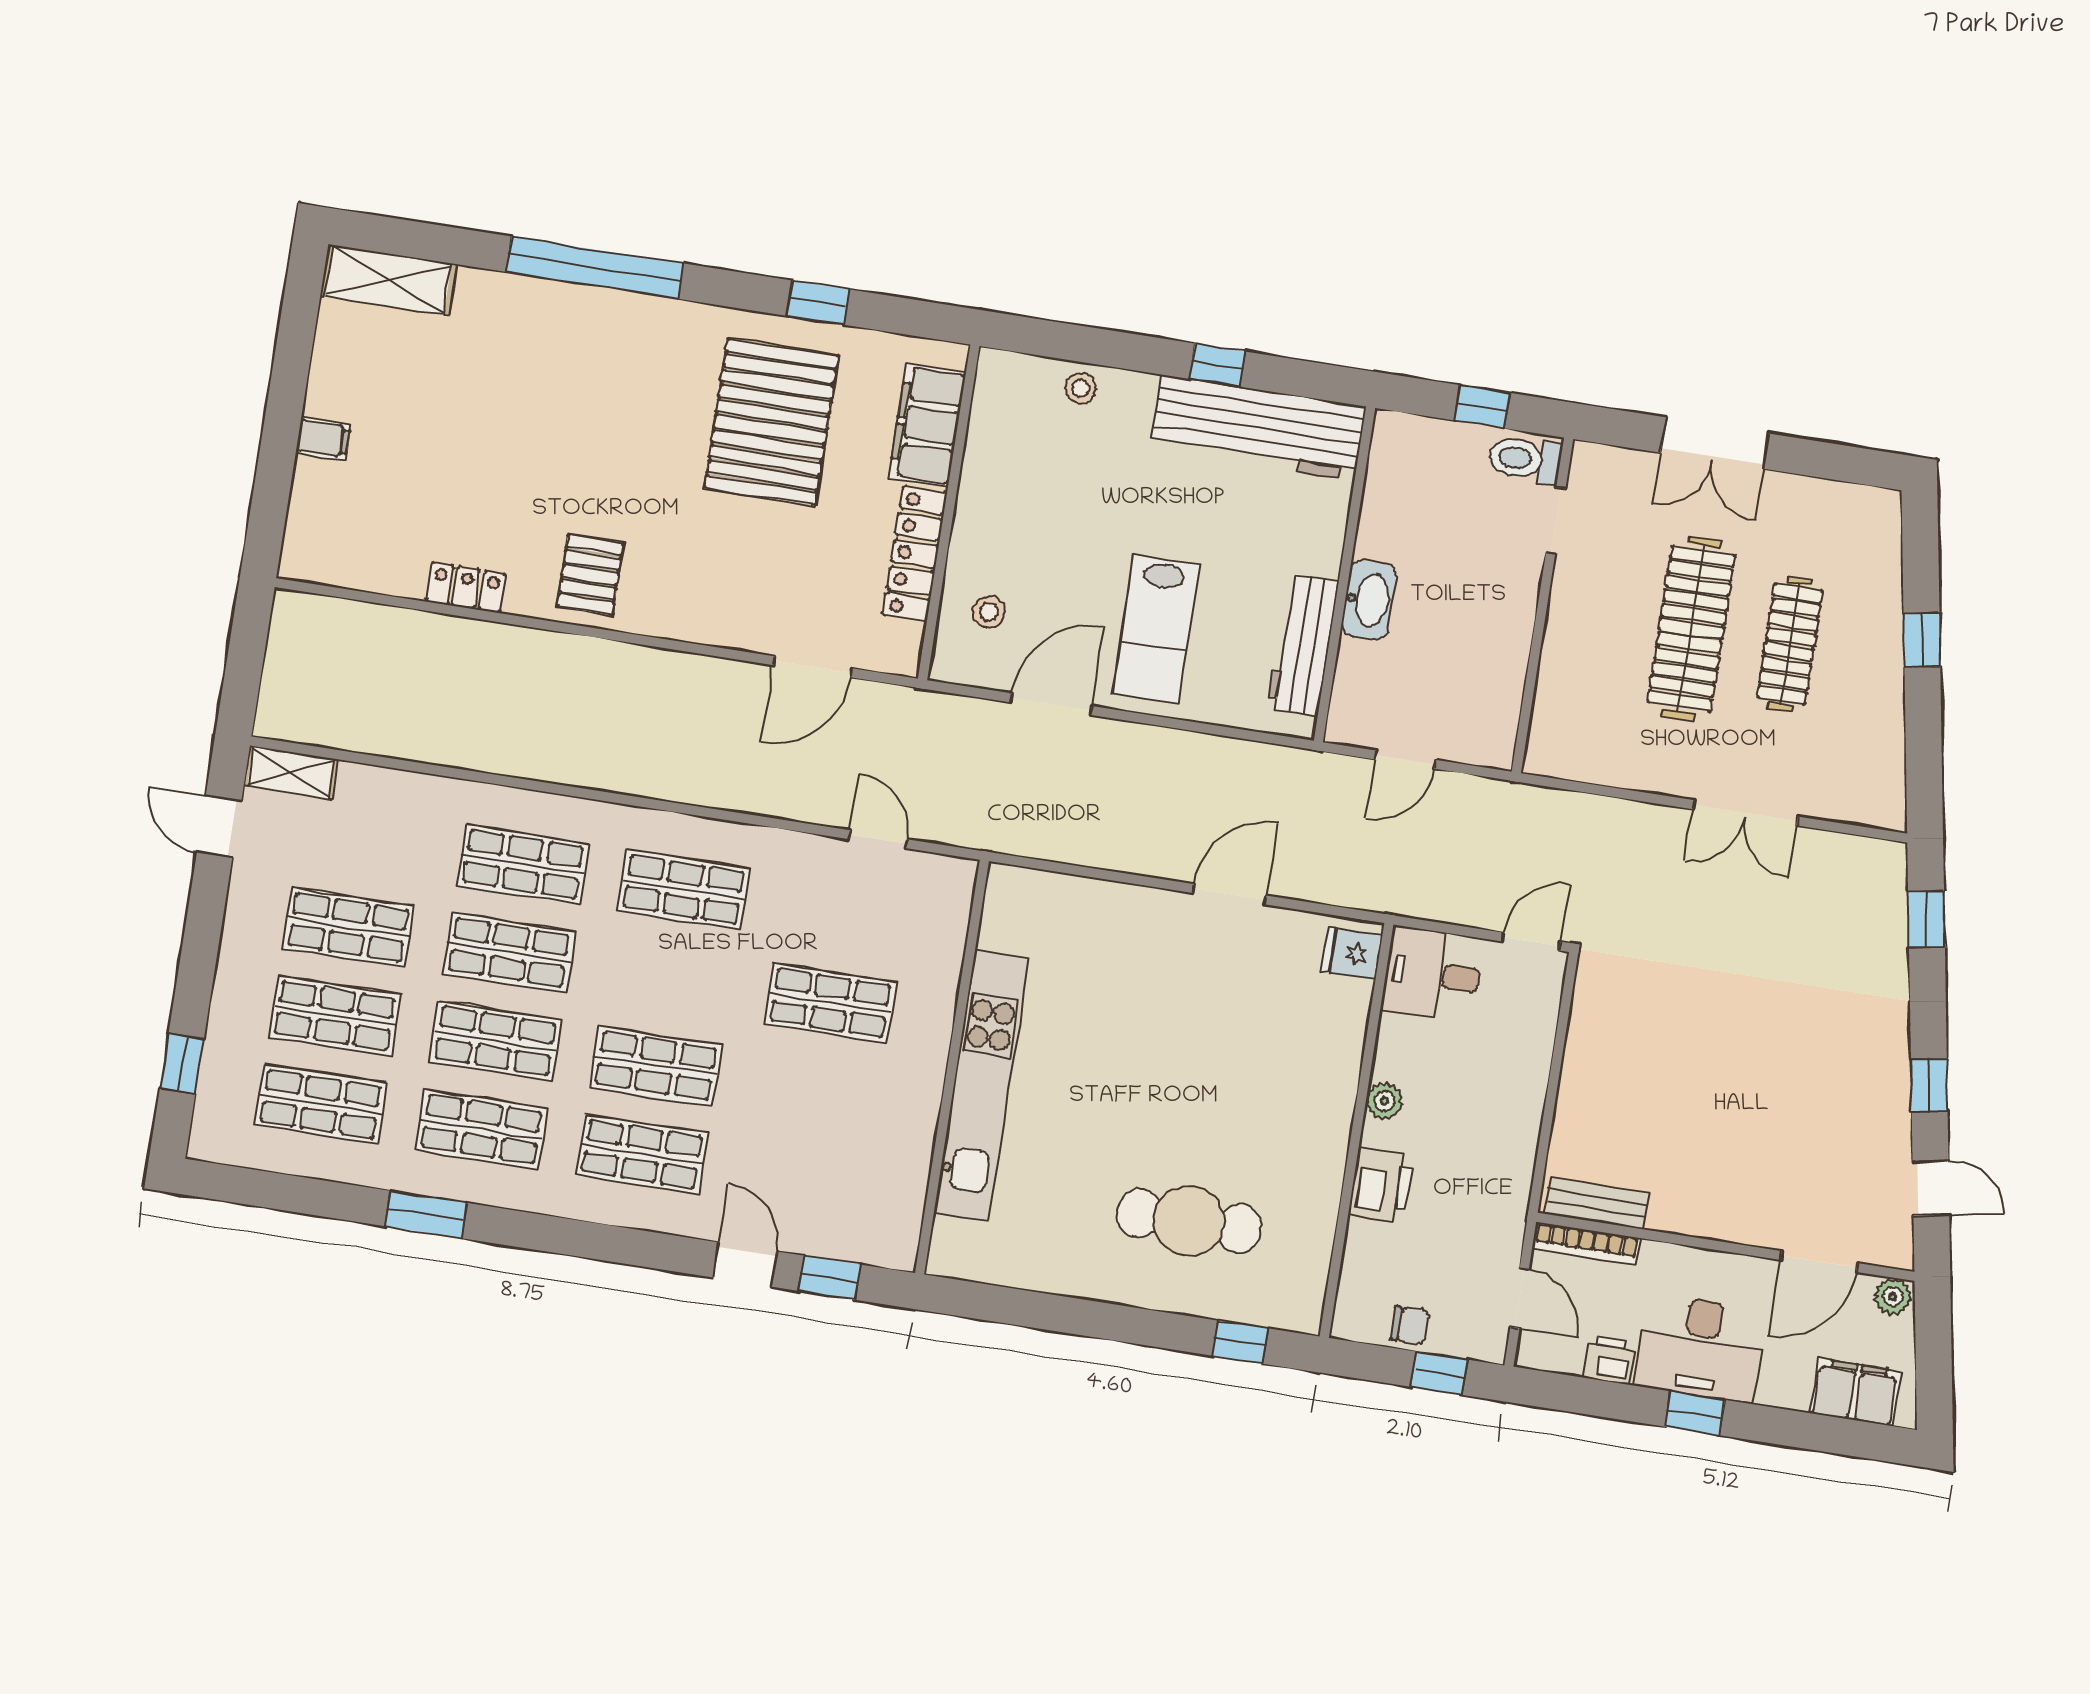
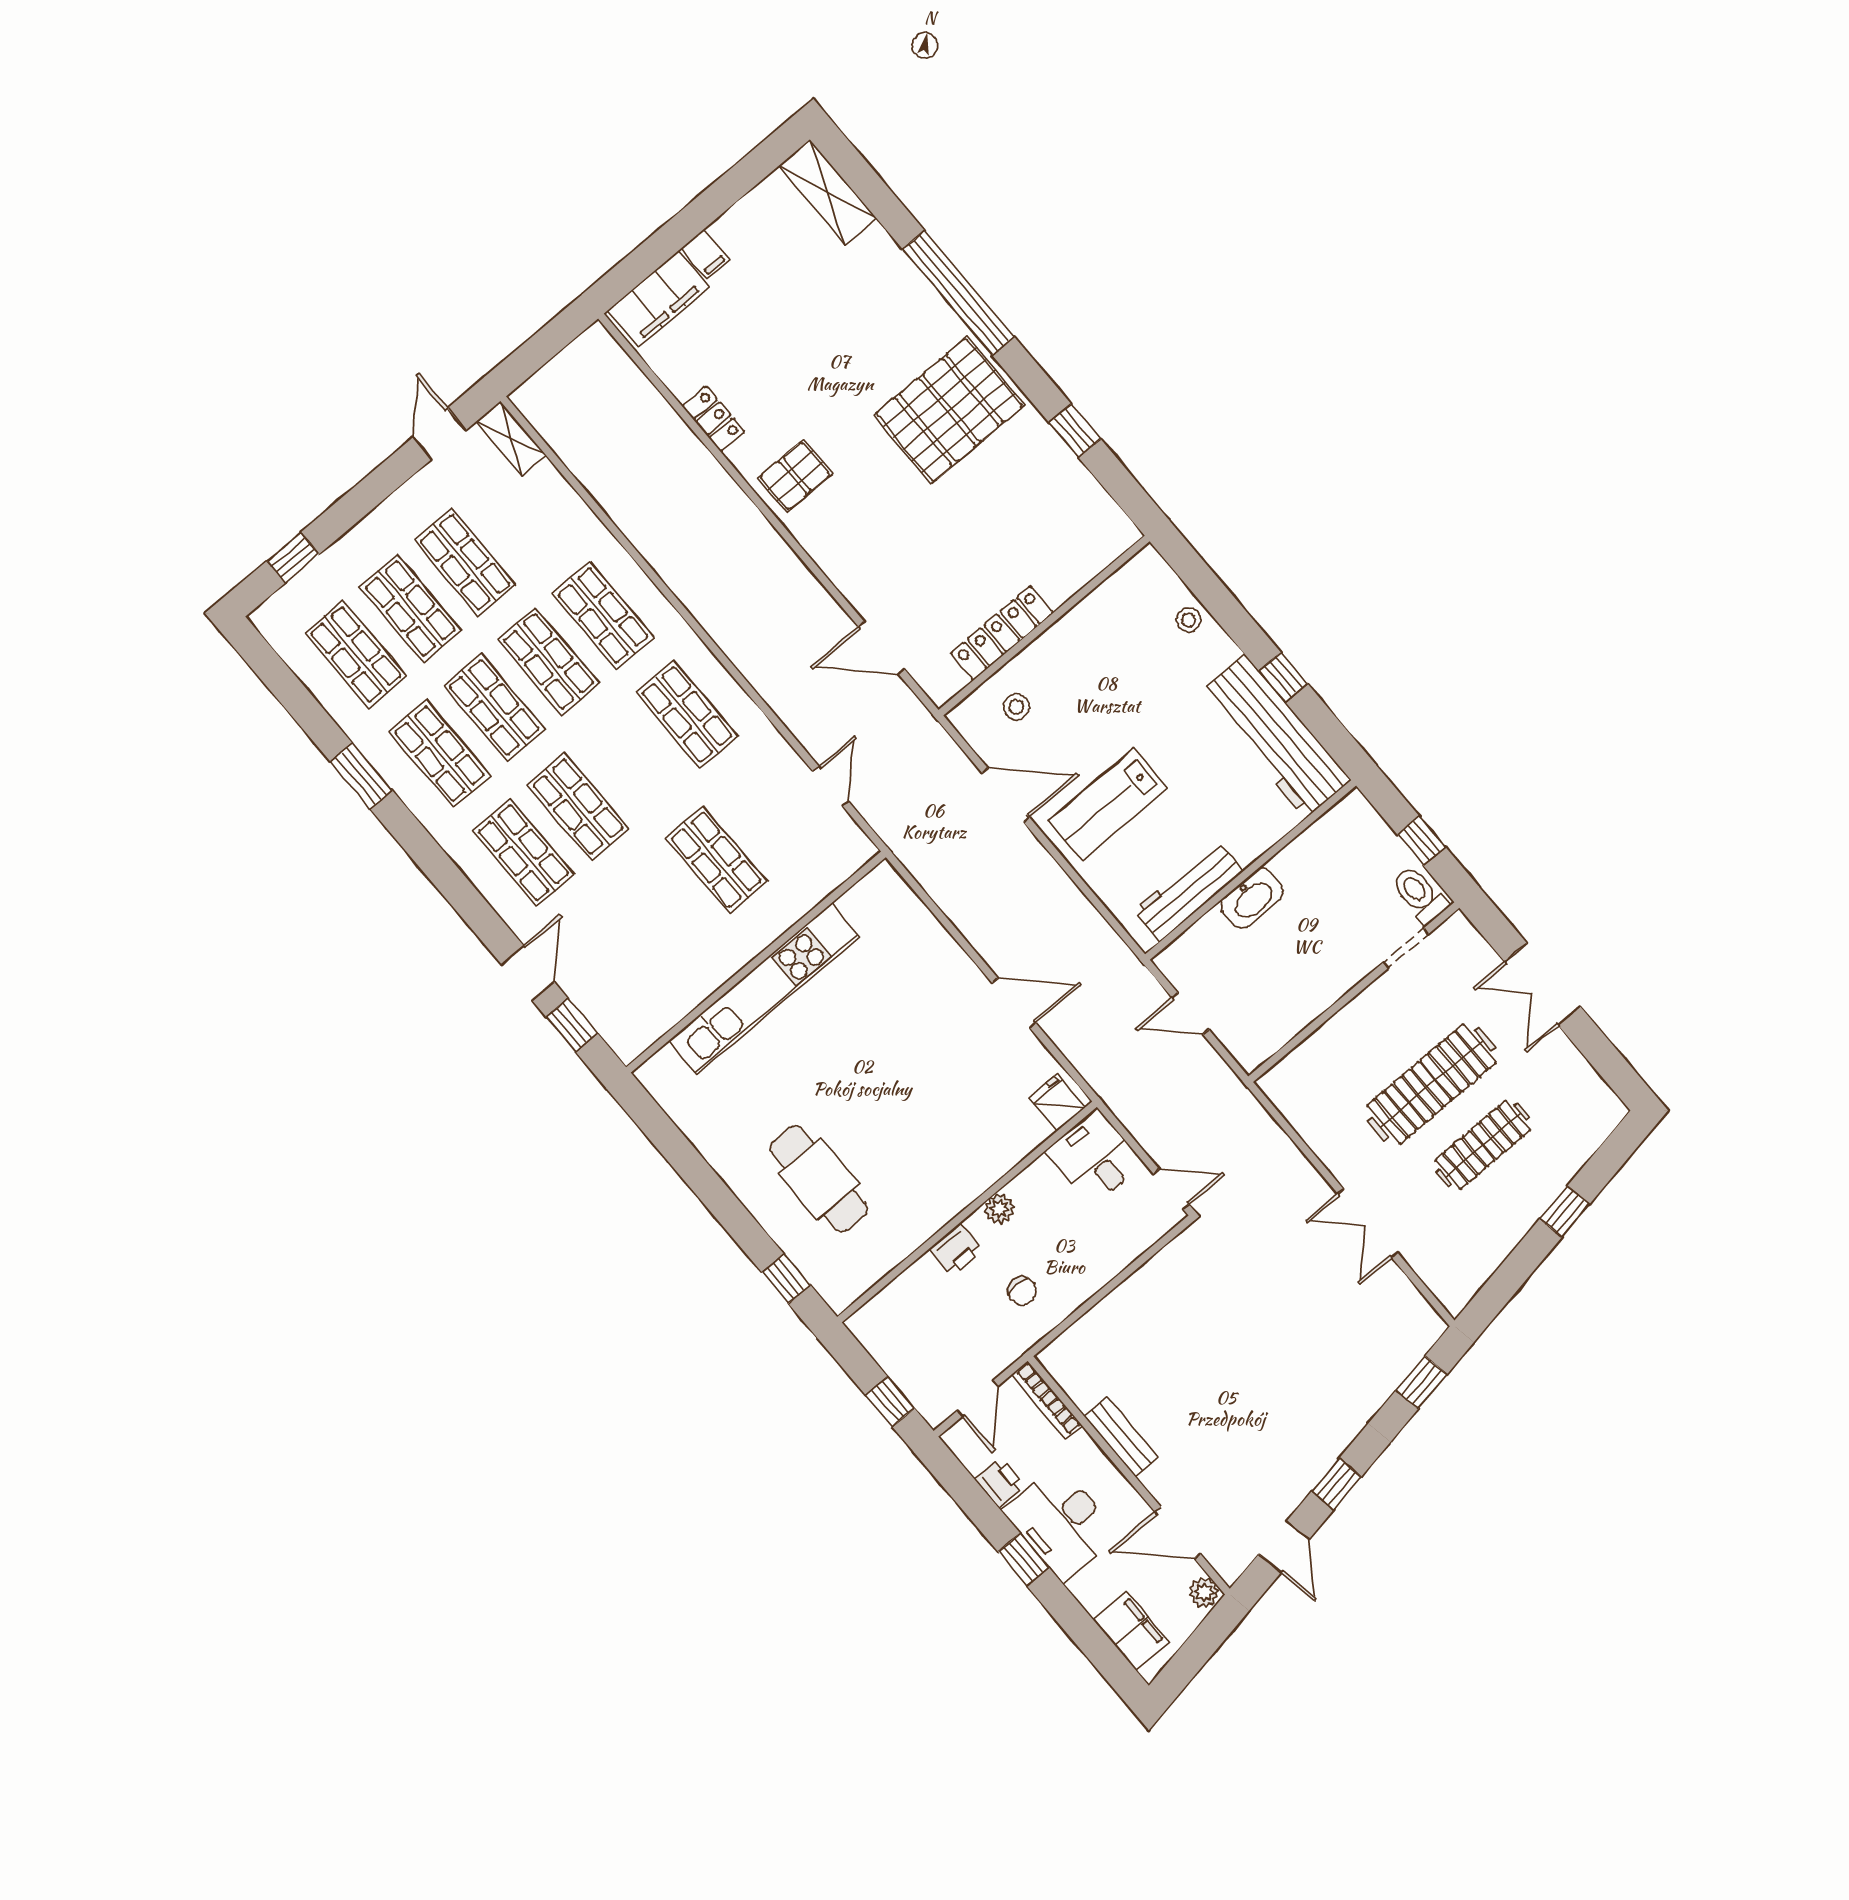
pallet: (771, 422) -> (949, 410), moved
filing cabinet: (927, 425) -> (659, 299), moved, turned 180
printer: (1381, 1185) -> (956, 1250), width x0.73, depth x0.81
bench: (1597, 1203) -> (1121, 1437), moved
chair: (1410, 1325) -> (1022, 1291), moved

